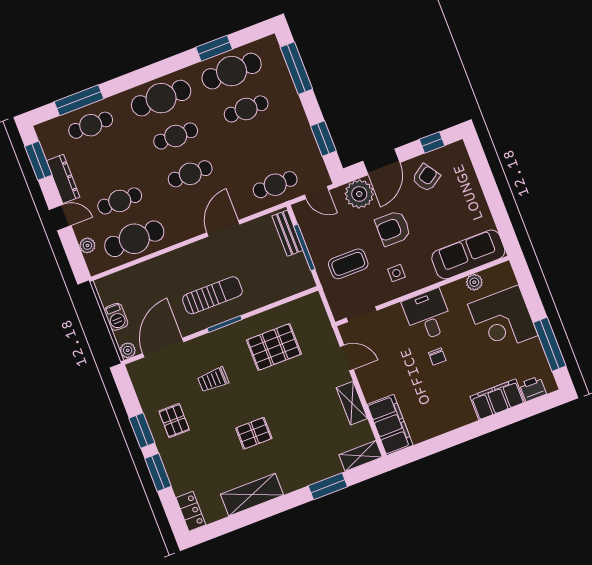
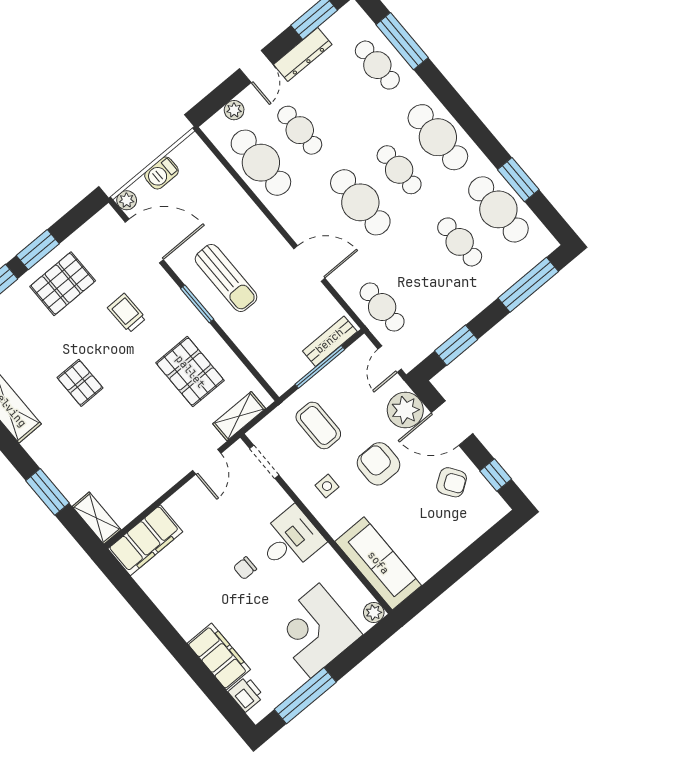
cafe table: (190, 174) -> (360, 202), width x1.37, depth x1.35
plant: (474, 282) -> (374, 613), moved
shelving: (352, 403) -> (239, 416), moved
pallet: (174, 421) -> (63, 284), width x1.50, depth x1.42

